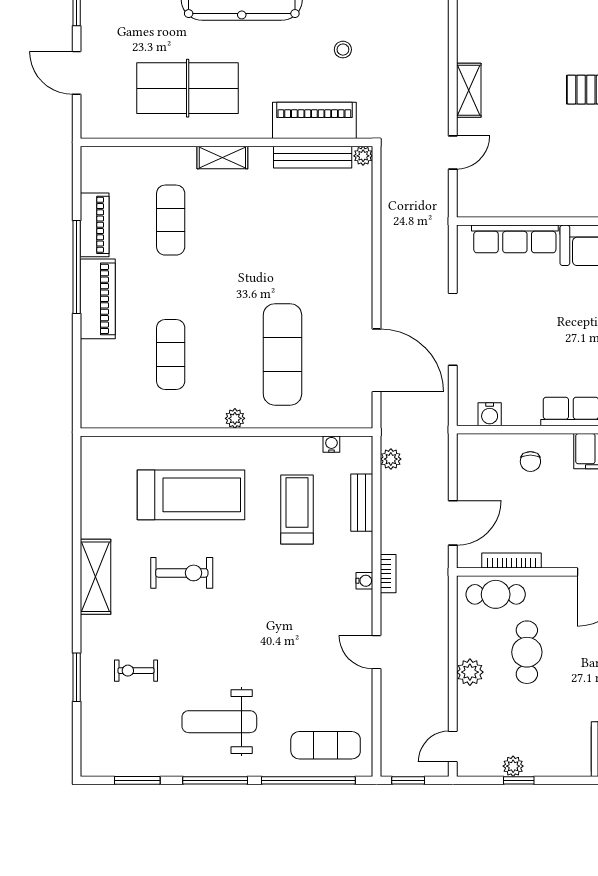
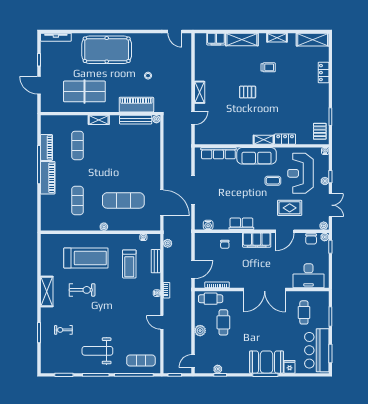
exercise mat: (282, 354) -> (123, 200), turned 90
treadmill: (297, 509) -> (129, 264), turned 180

